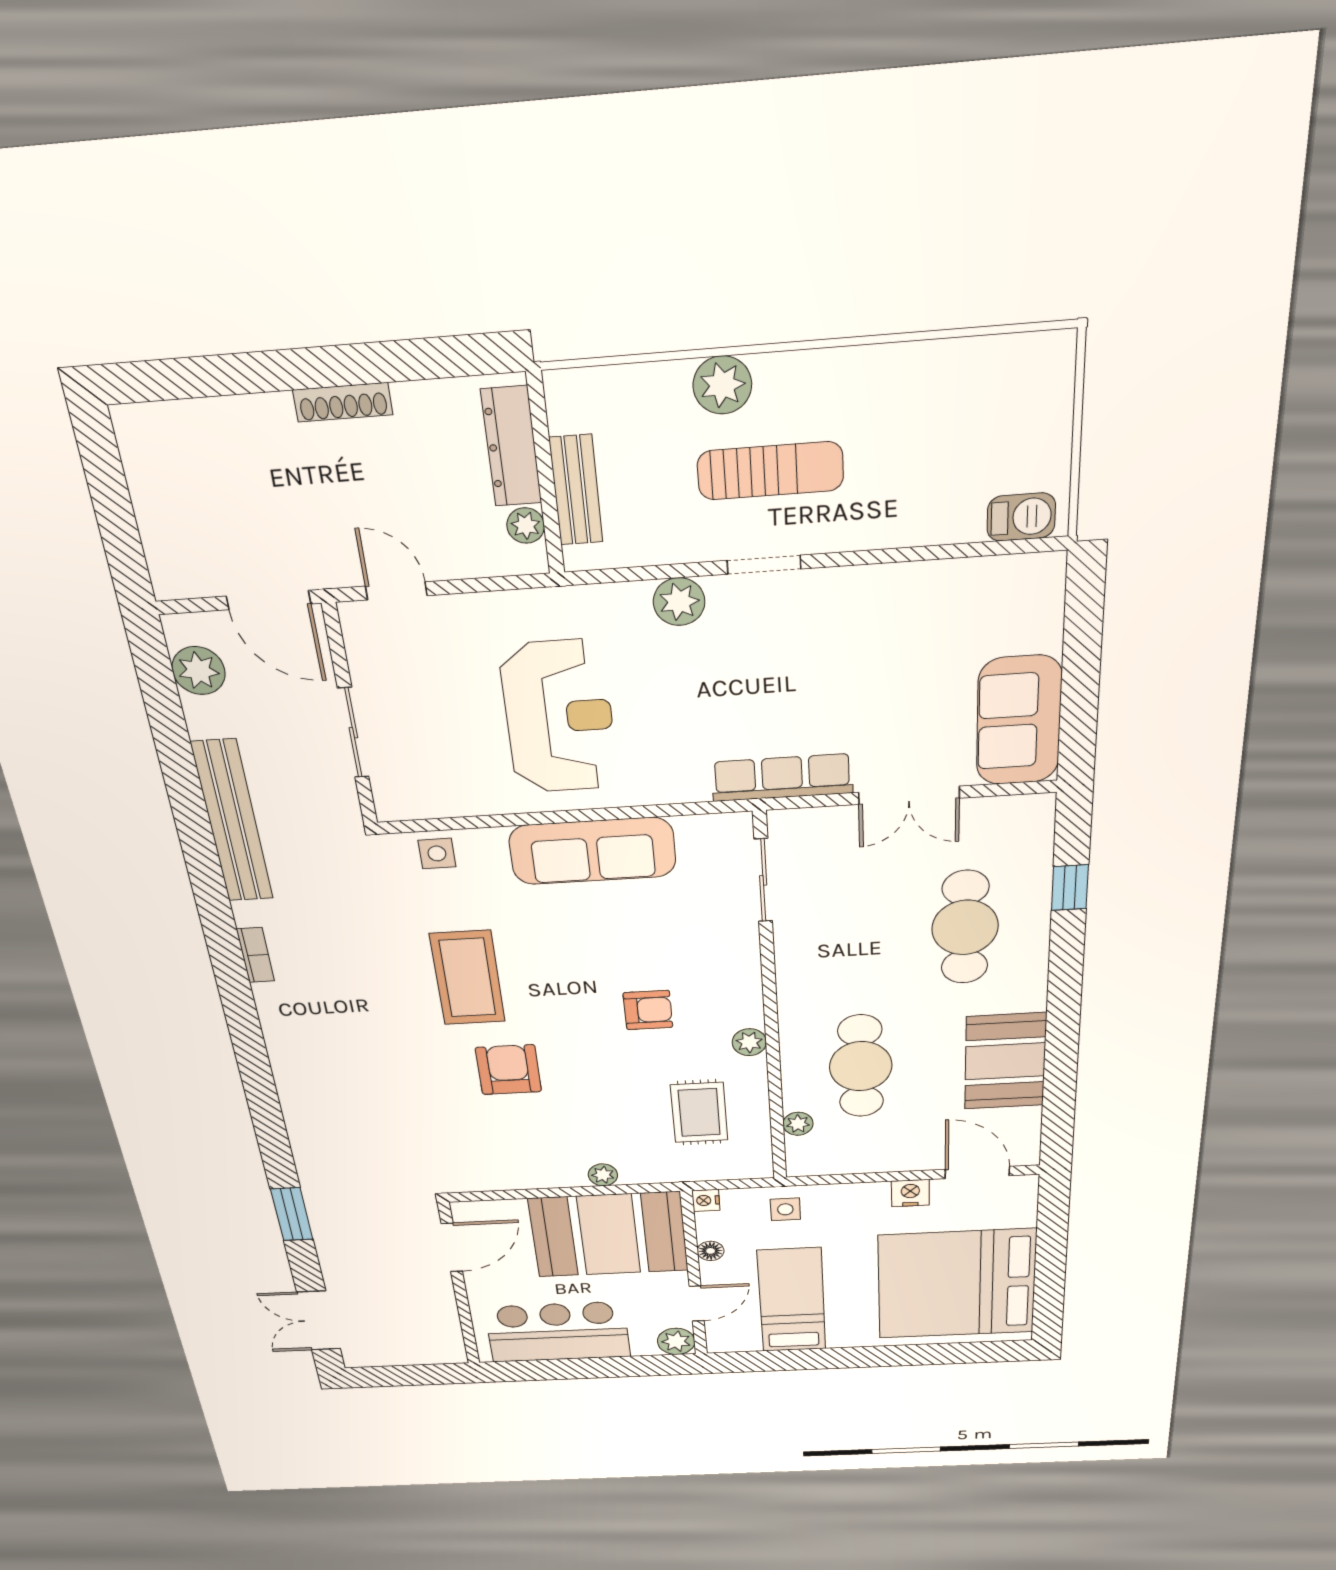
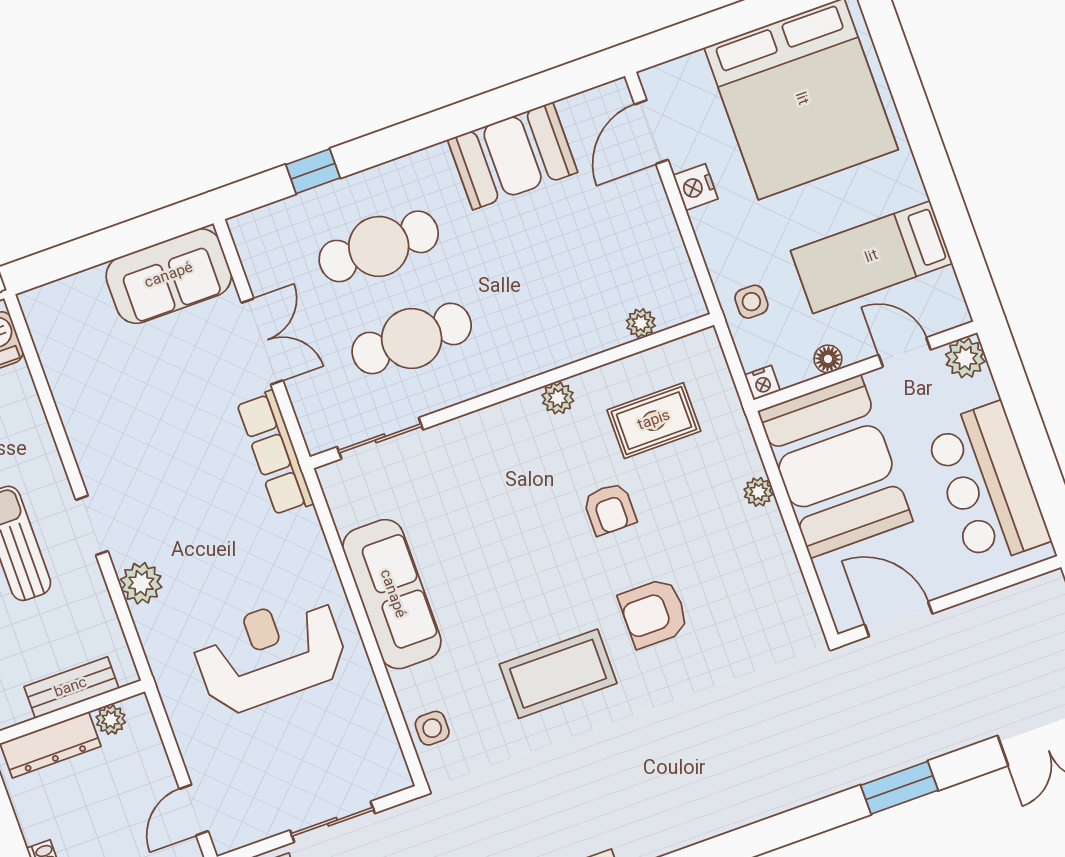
armchair: (648, 1010) -> (610, 509), moved, turned 180
cafe table: (861, 1066) -> (412, 338), moved

